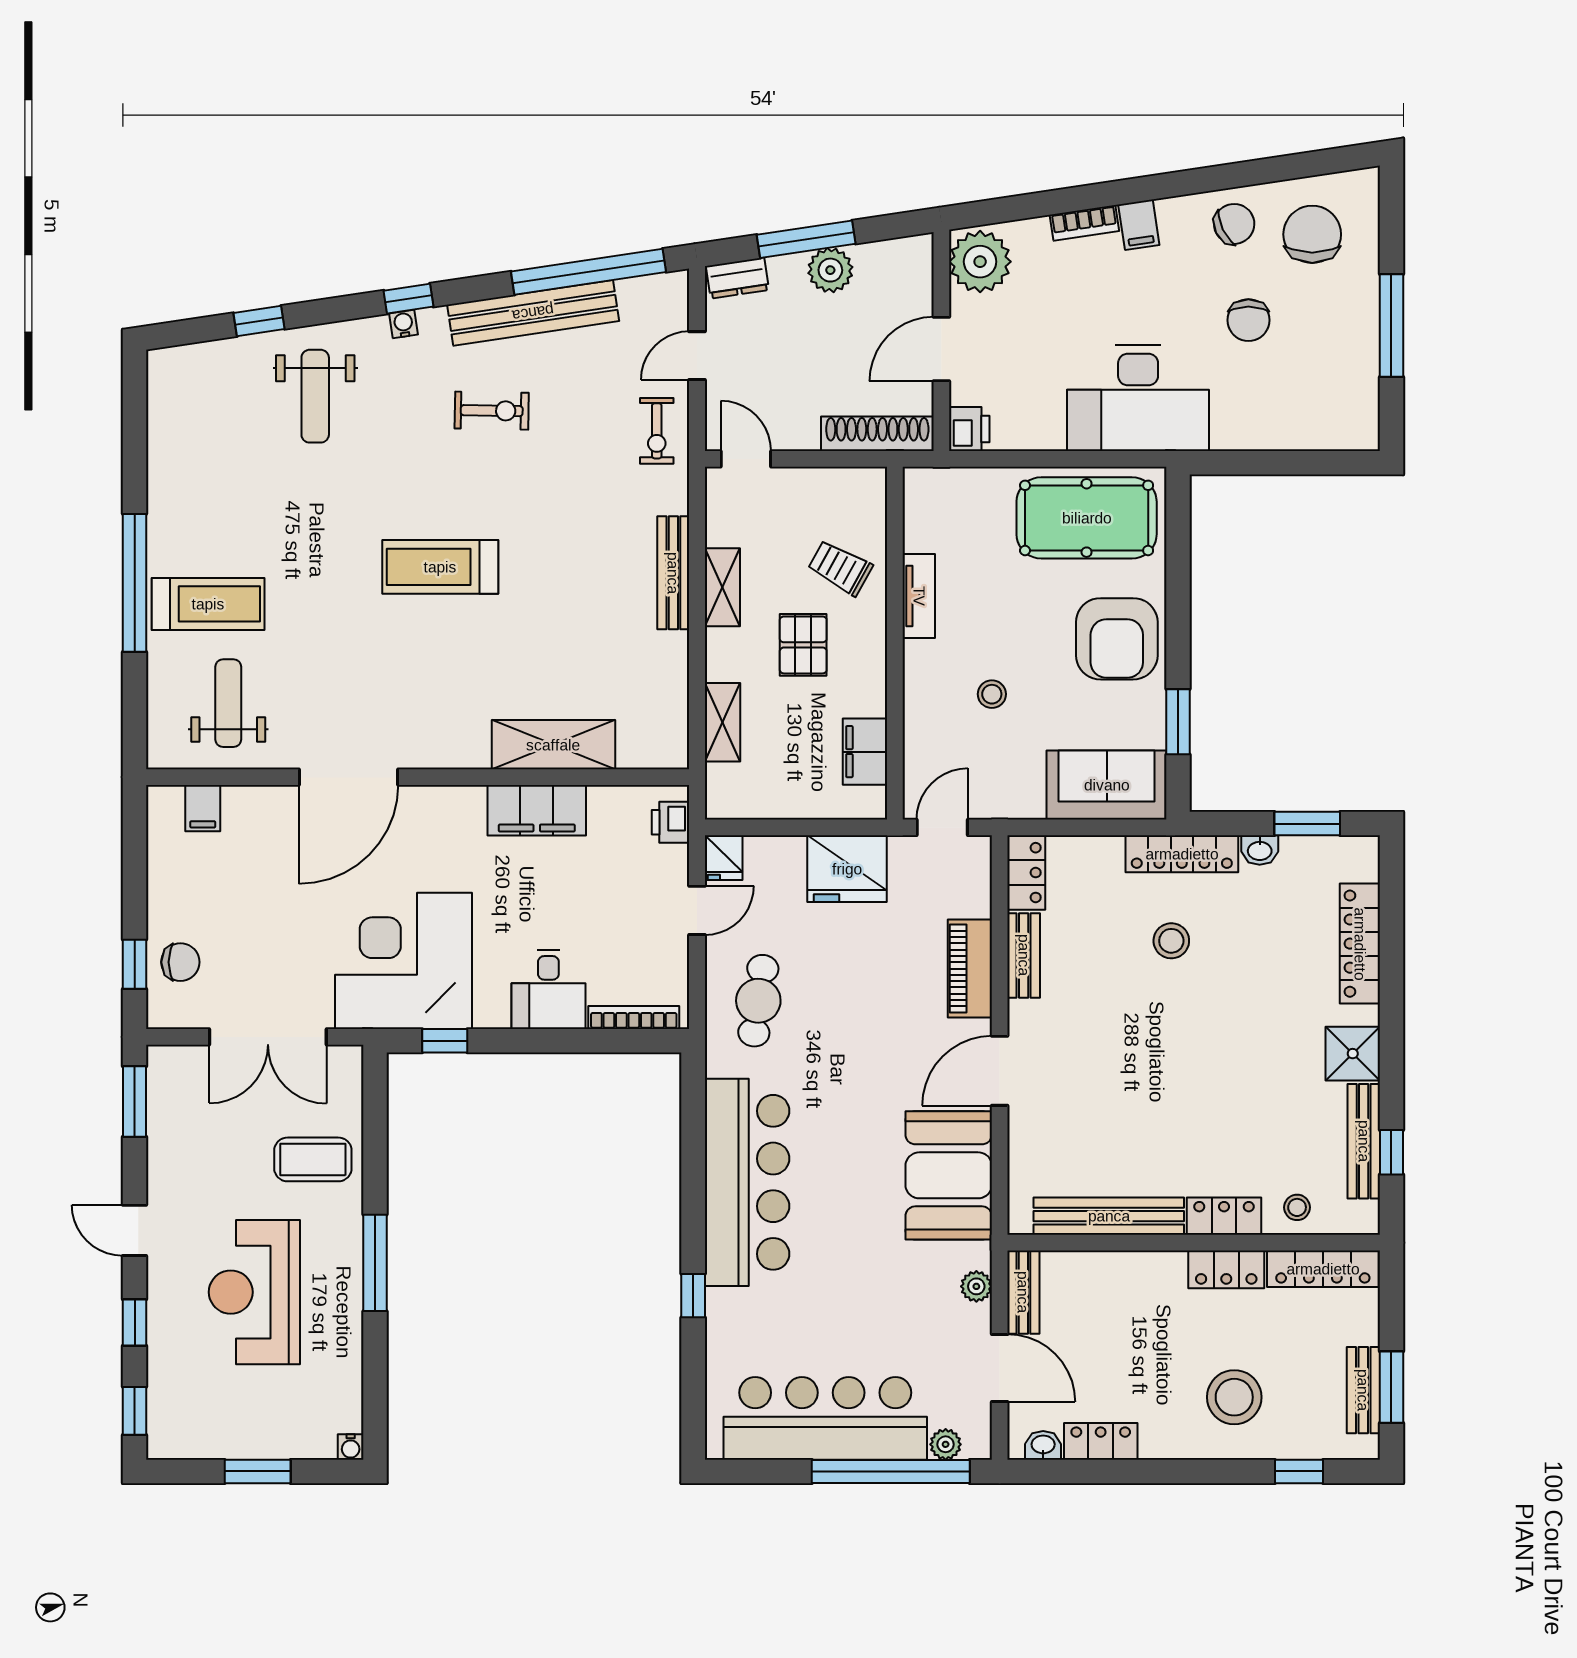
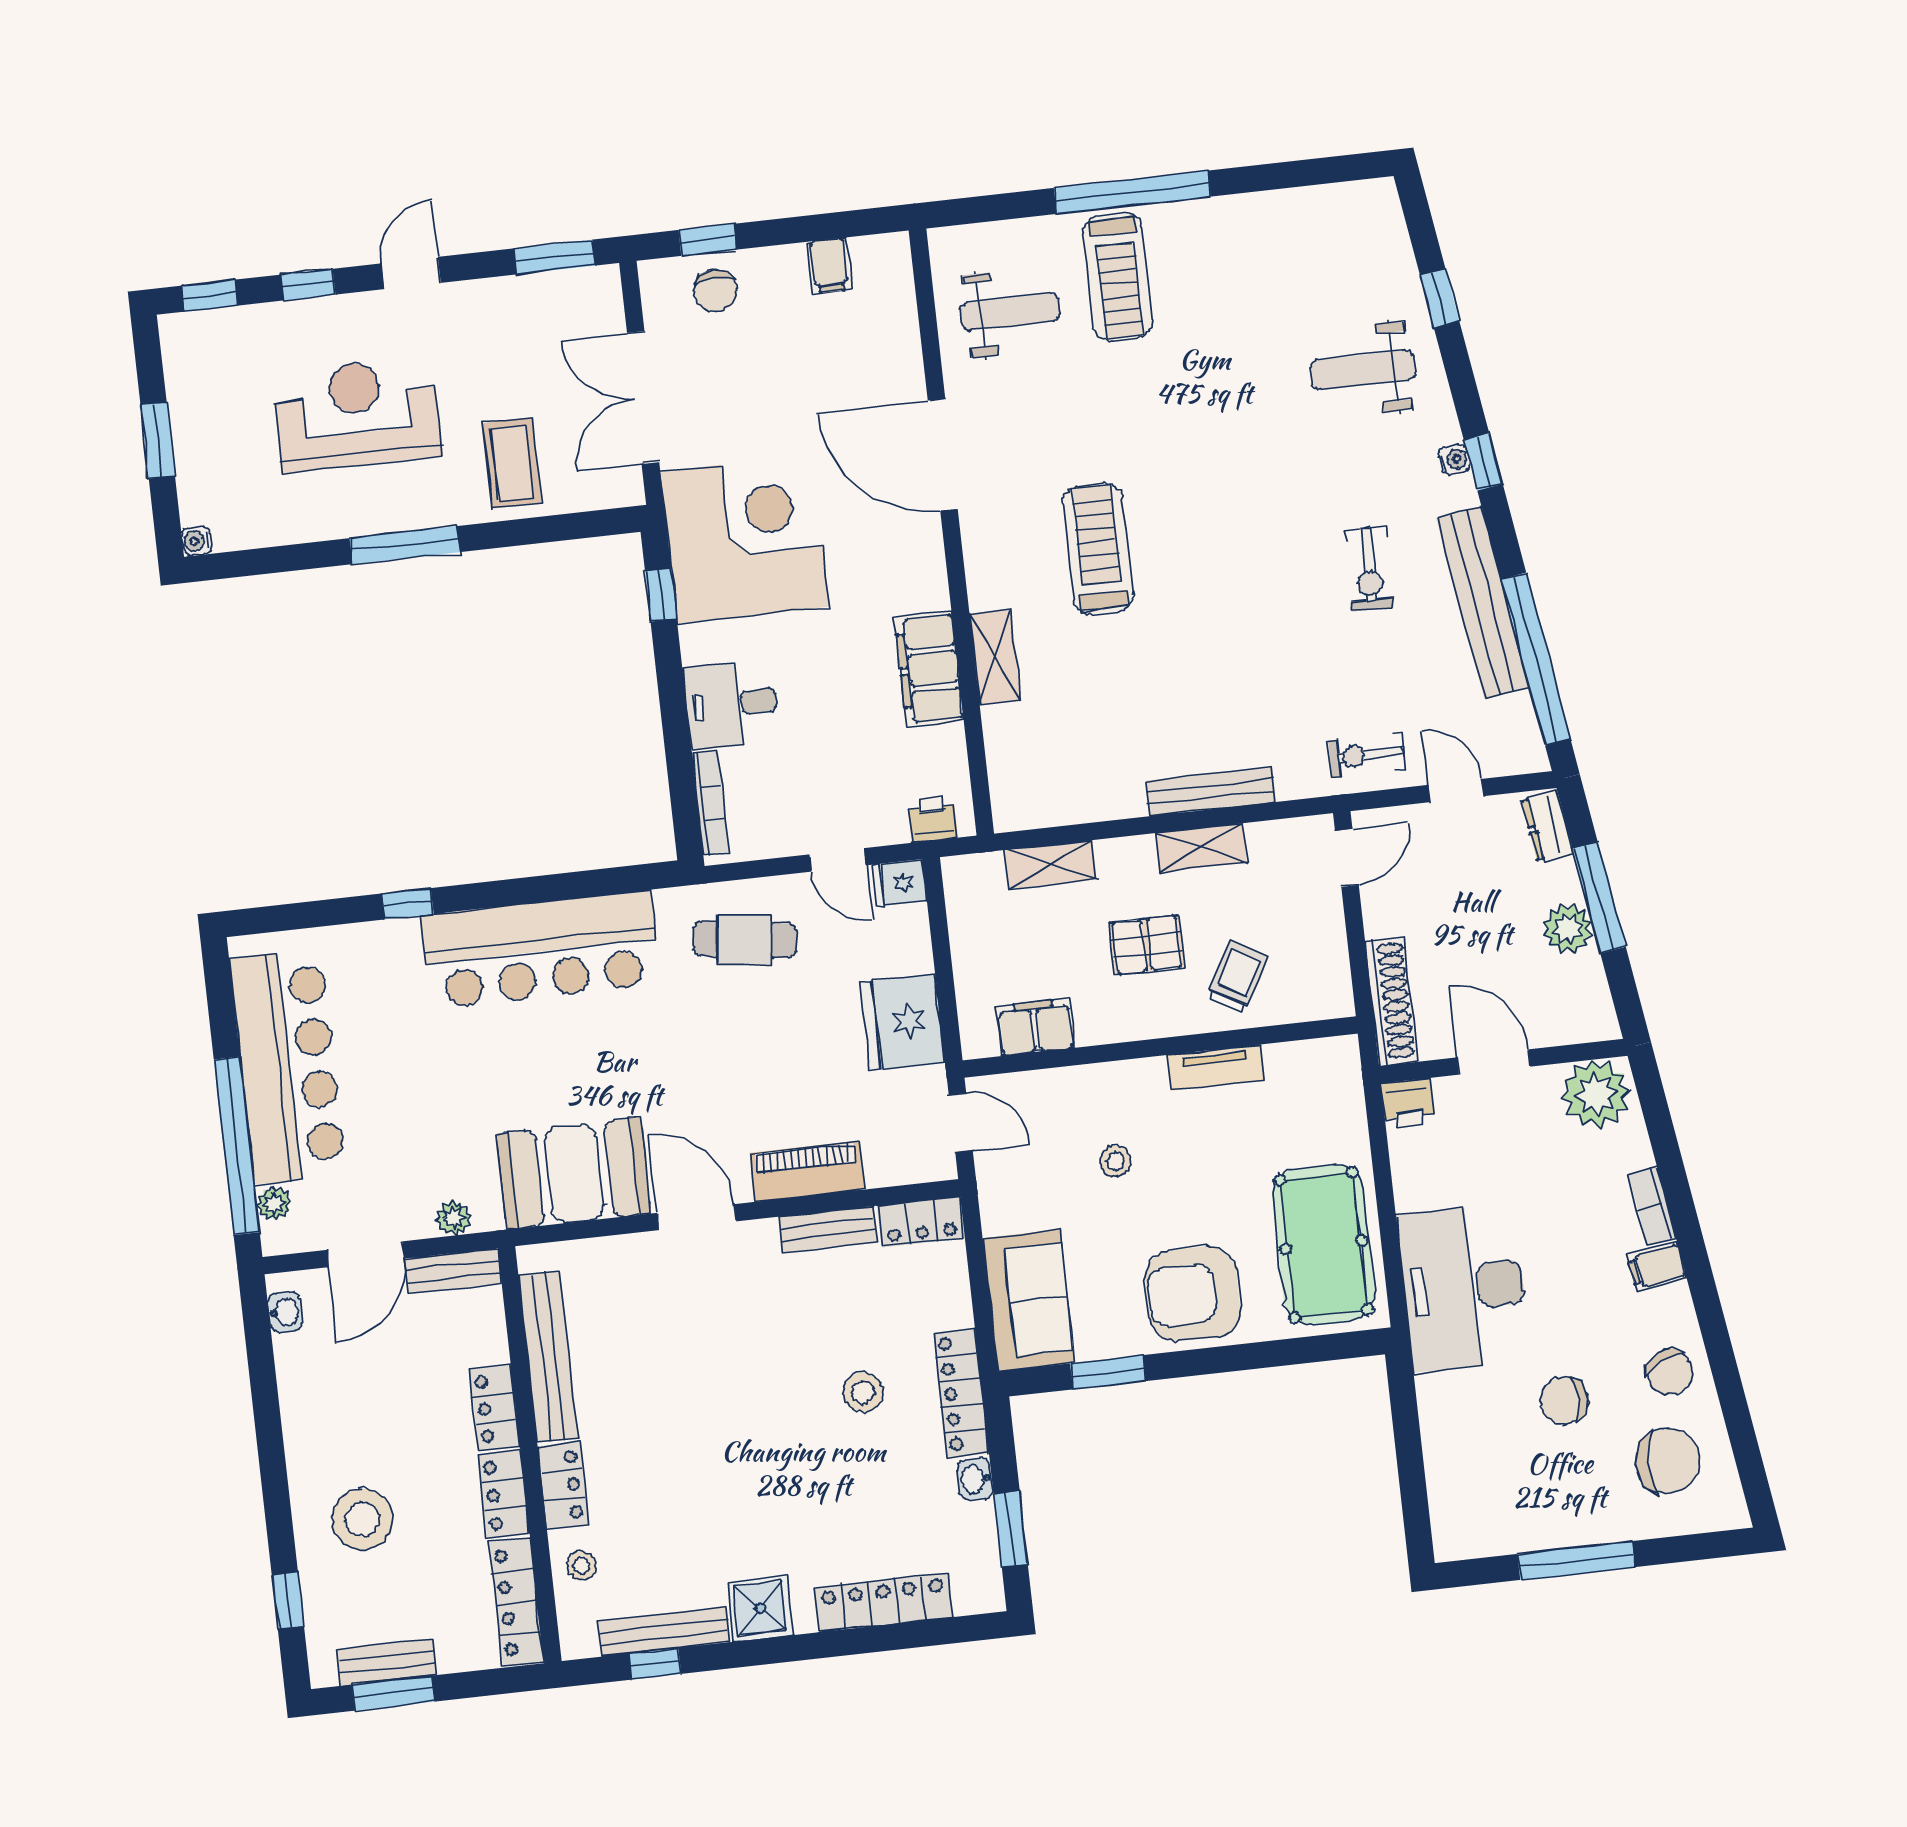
treadmill: (440, 567) -> (1098, 549), moved
shelving: (553, 745) -> (995, 657), width x0.67, depth x0.75
filing cabinet: (203, 808) -> (829, 266), moved, turned -90
locker: (1101, 1441) -> (495, 1408), moved, turned 180

